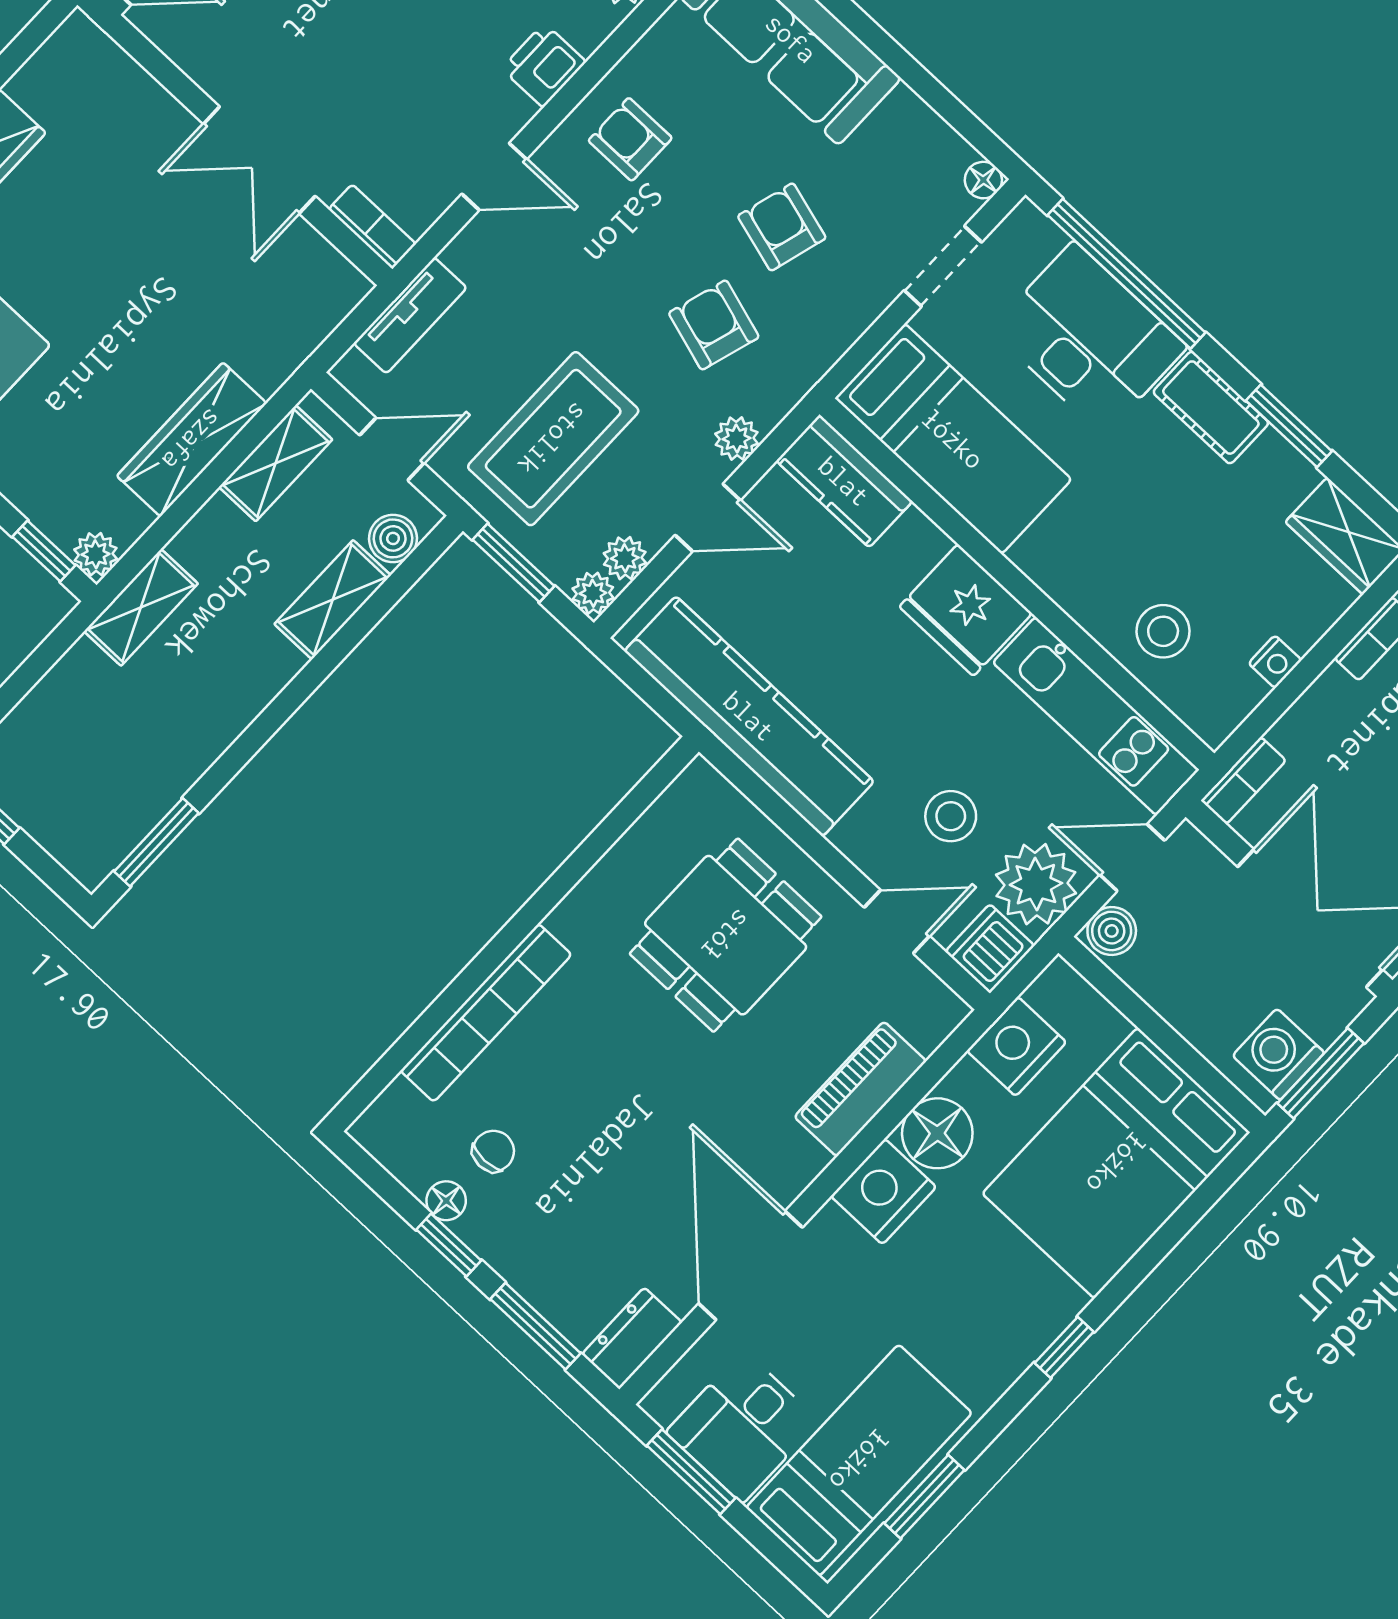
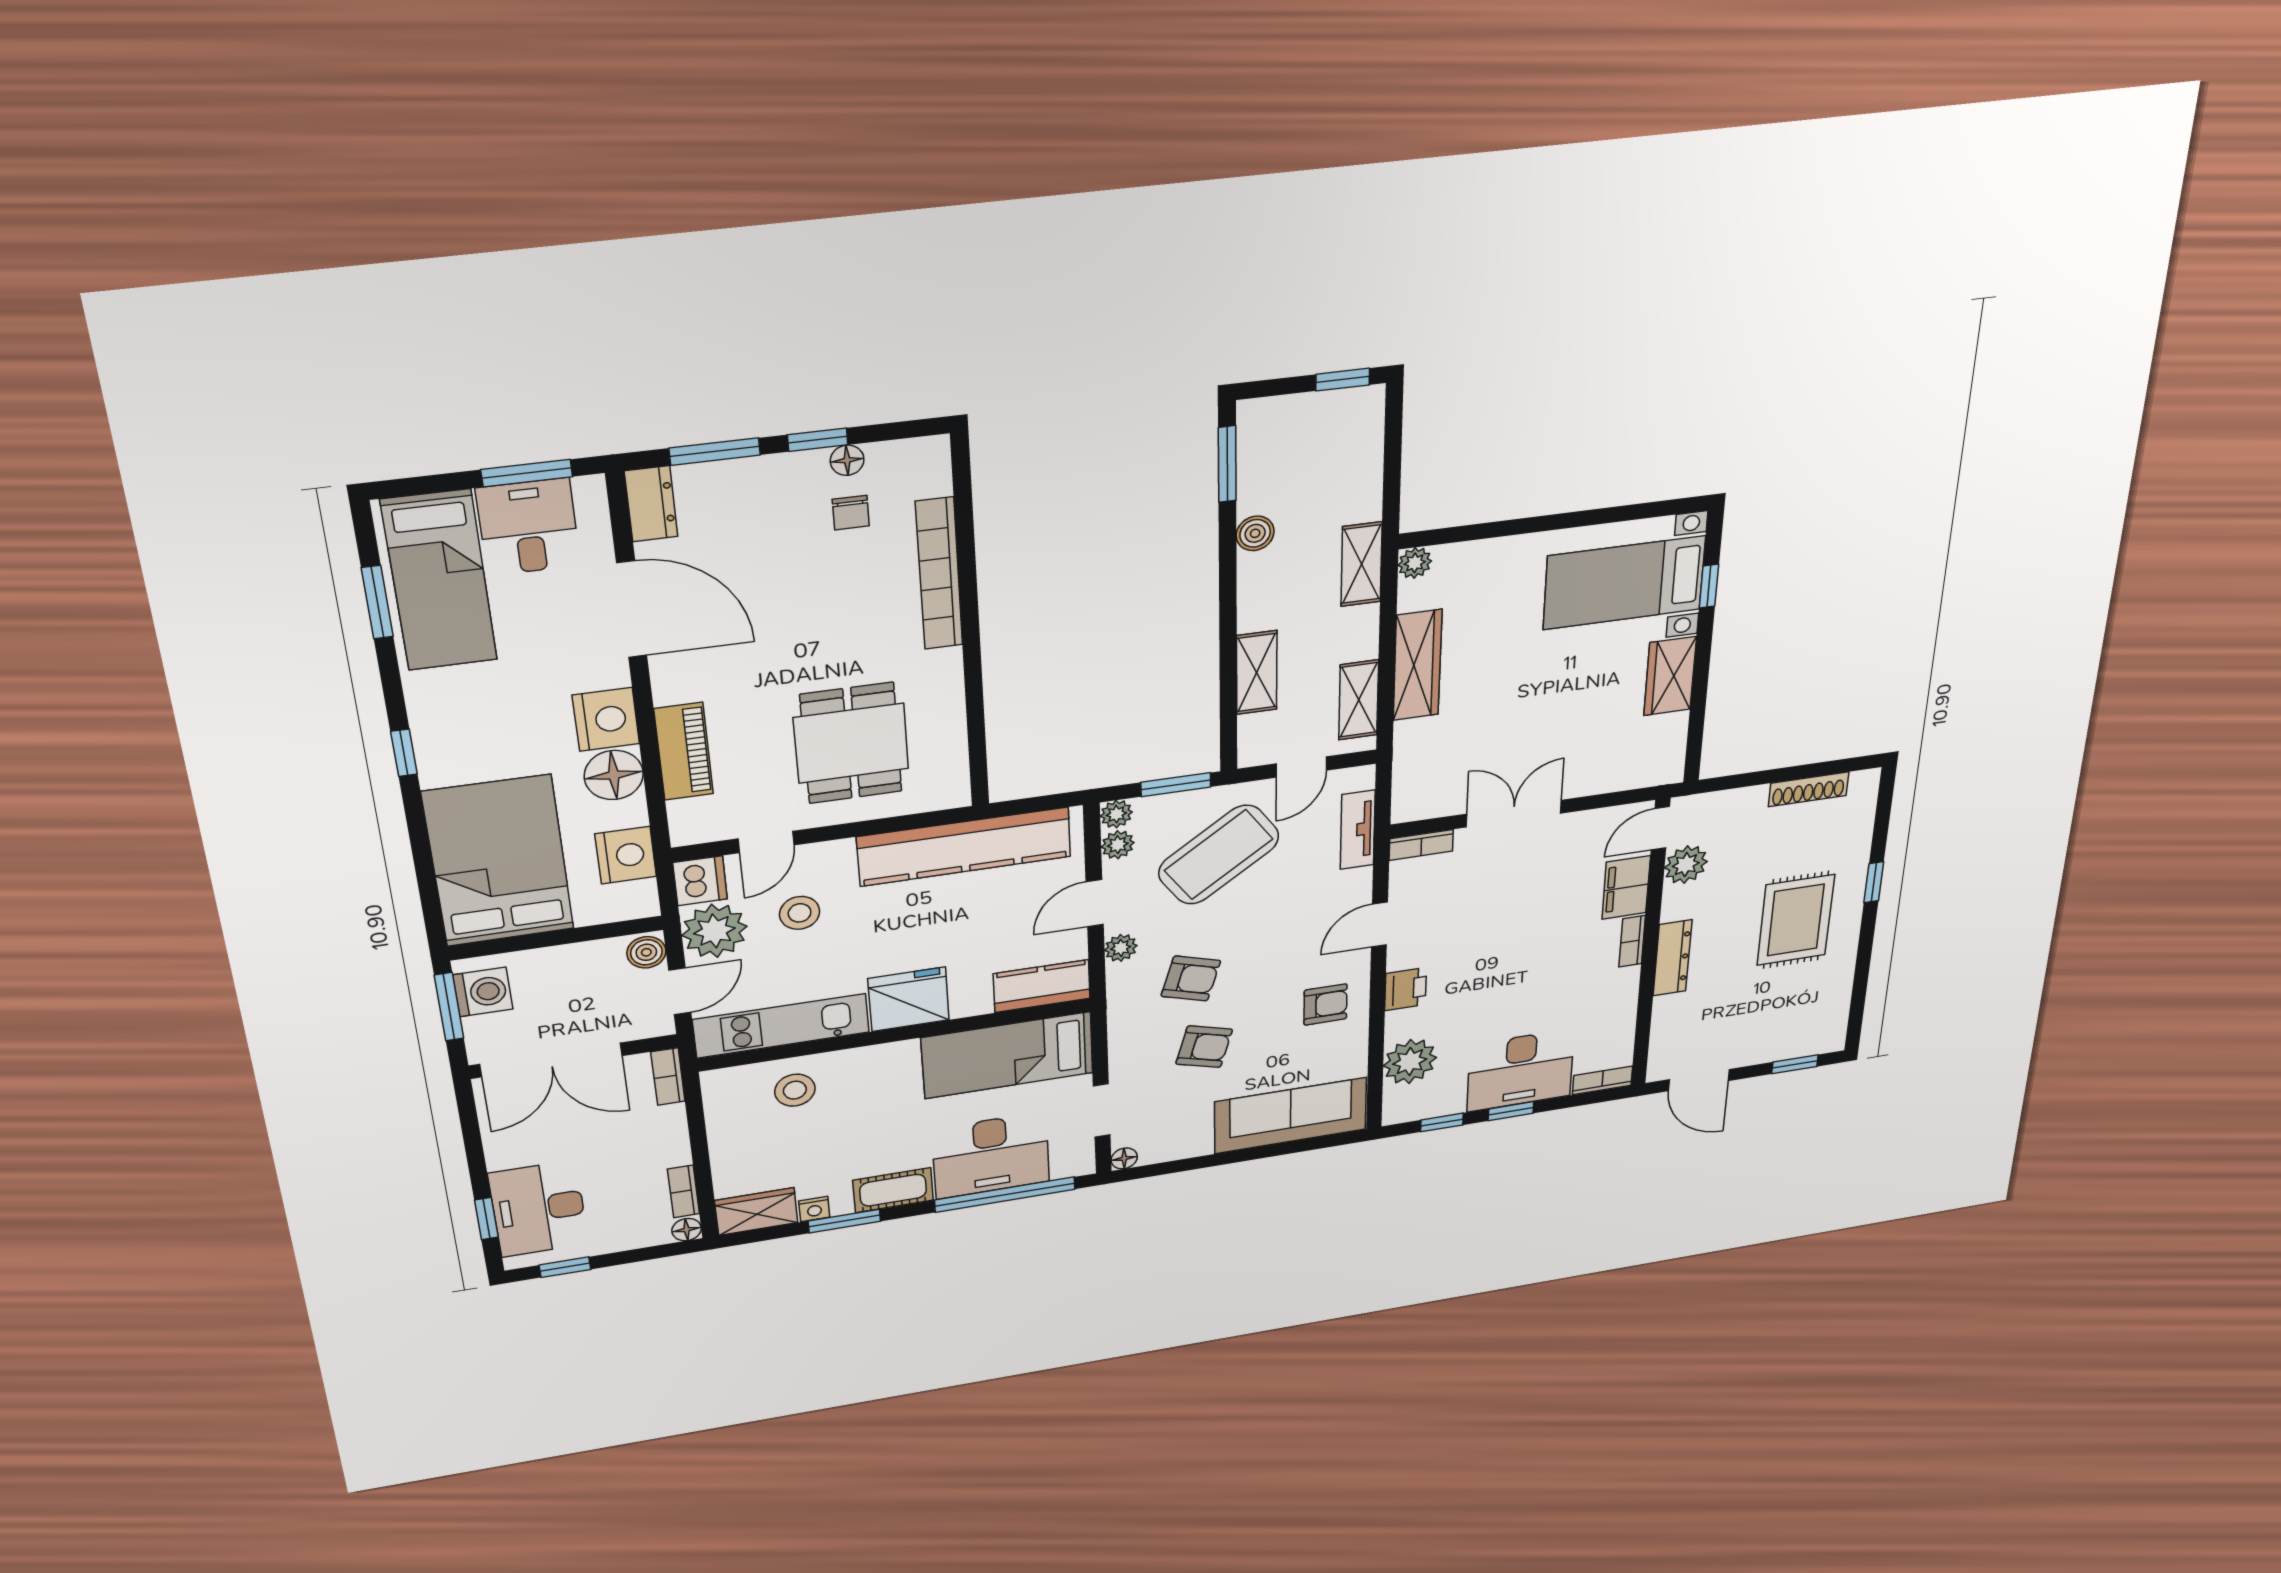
coffee table: (553, 439) -> (1219, 855), turned 55
boiler: (393, 538) -> (1255, 533), moved
window: (44, 551) -> (1446, 536), removed
nightstand: (1275, 662) -> (814, 1209), moved, turned -90

